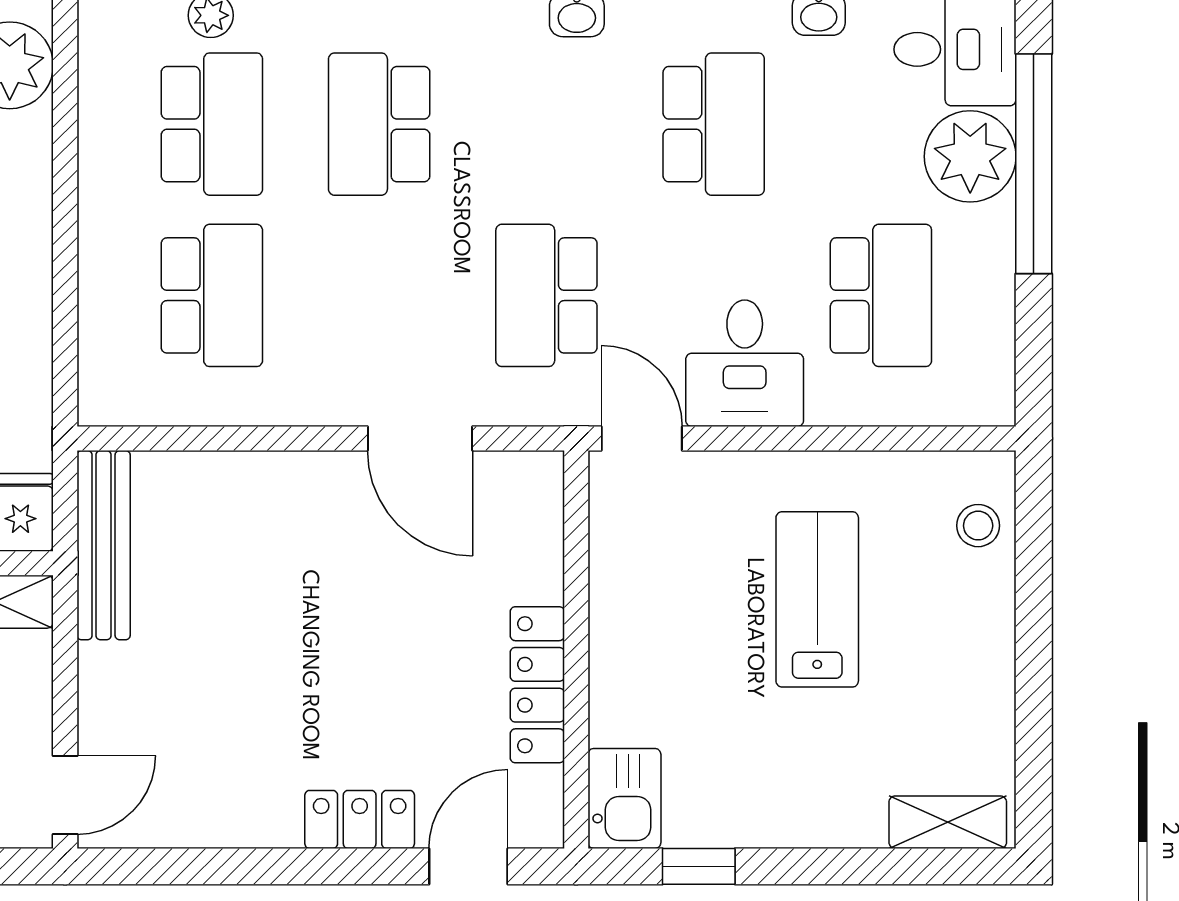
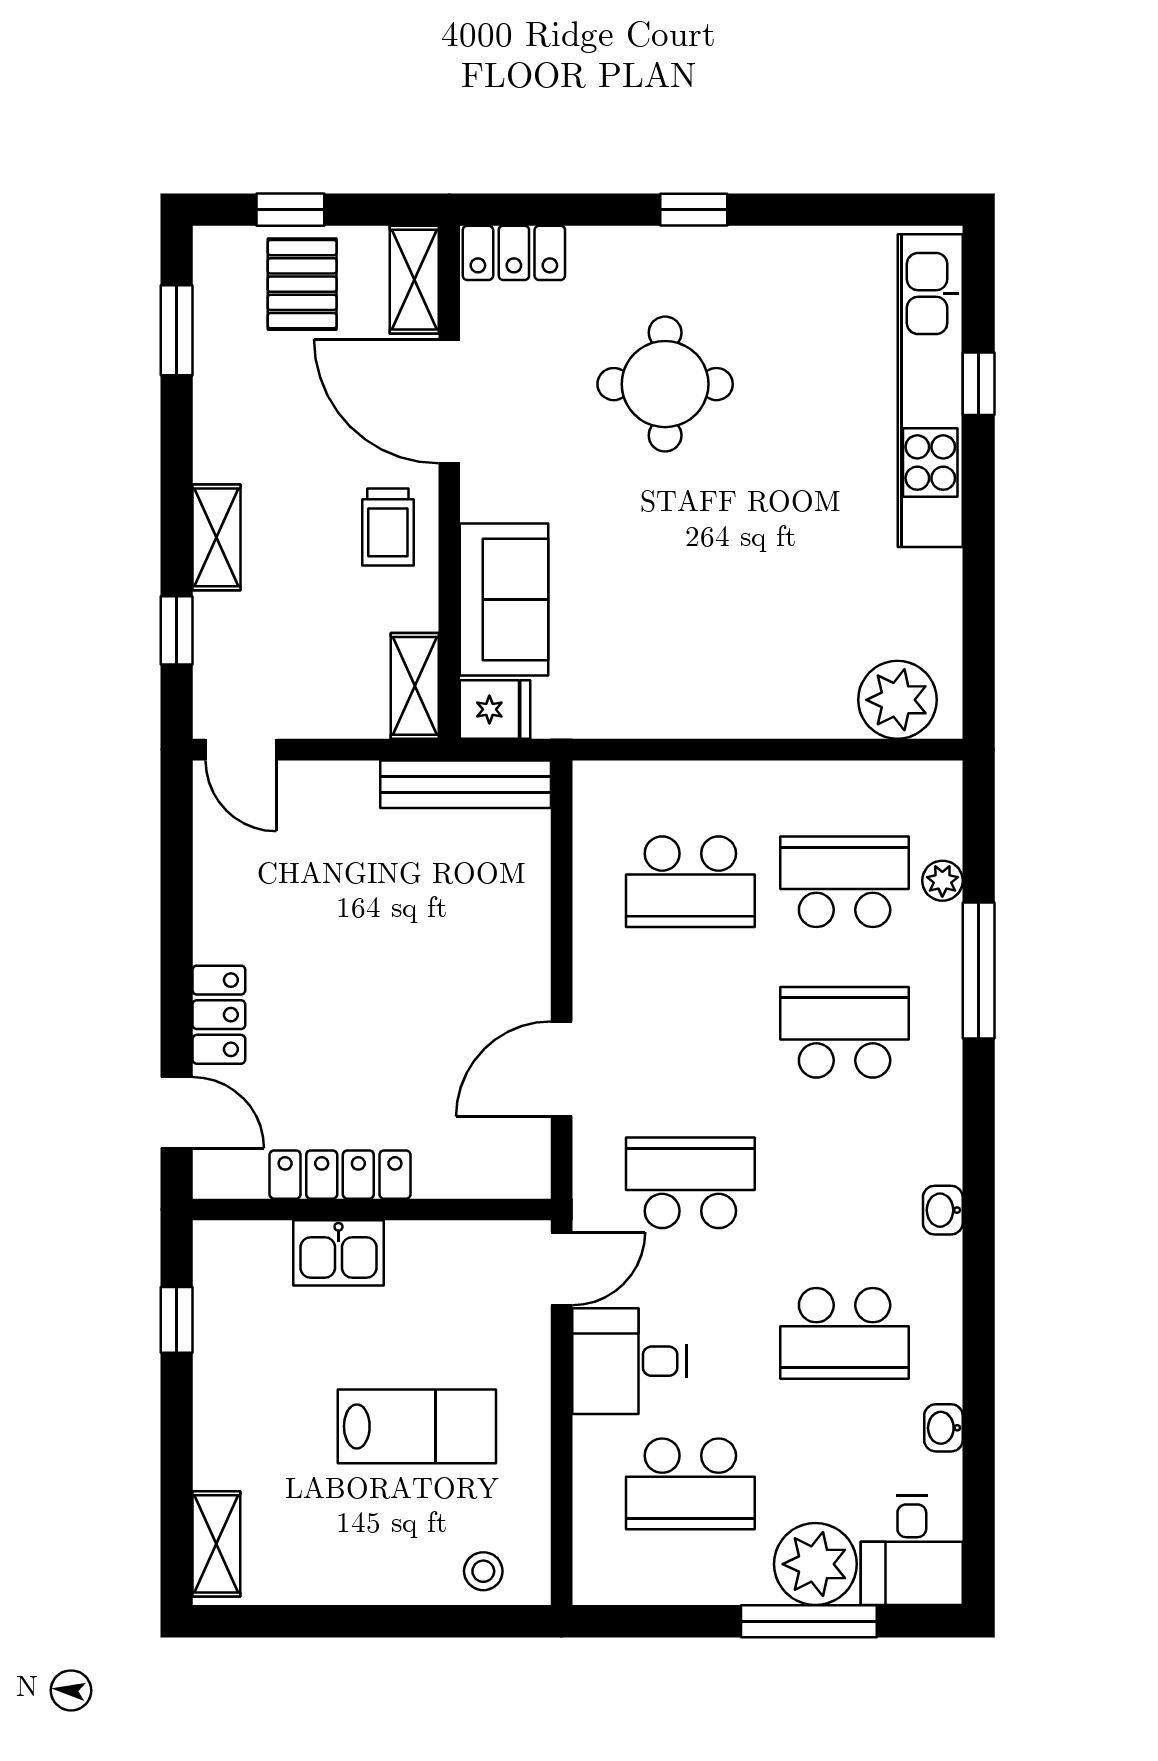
school desk: (212, 124) -> (845, 882), turned 180
window: (1034, 164) -> (809, 1621), width x0.68
kitchen sink: (624, 798) -> (338, 1253), moved

